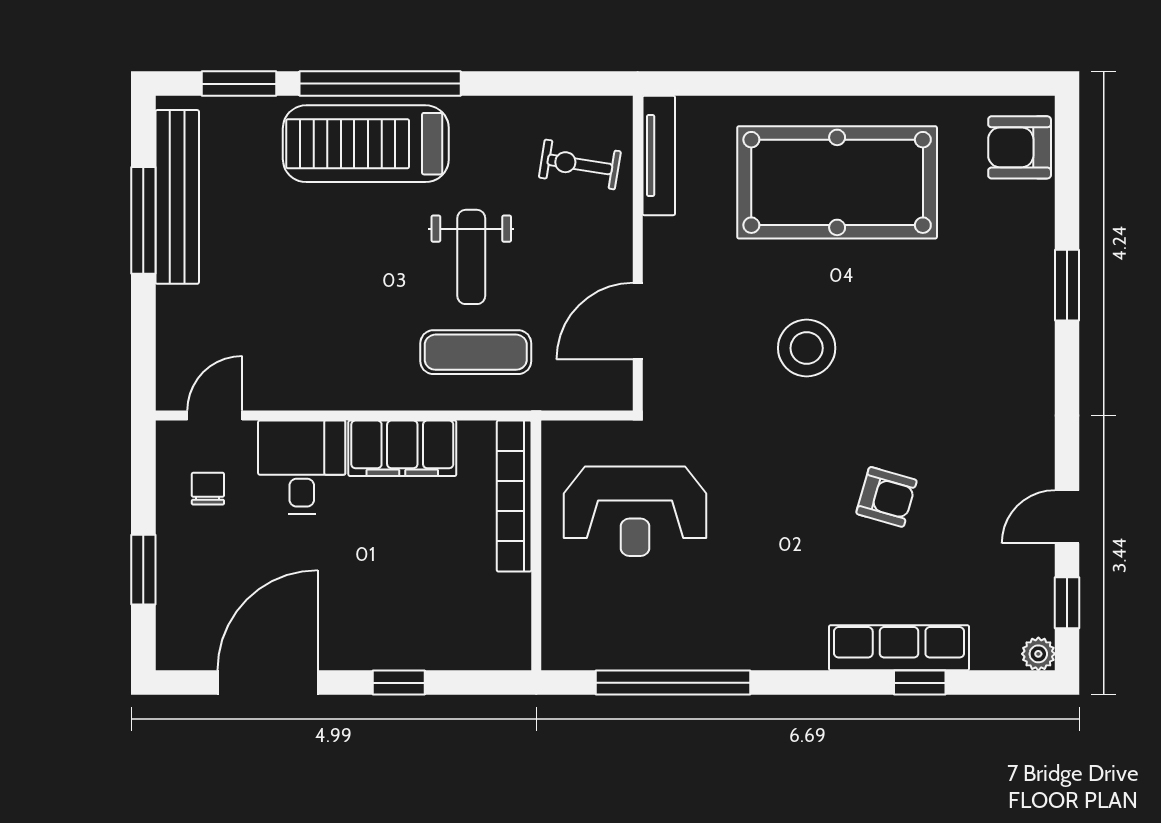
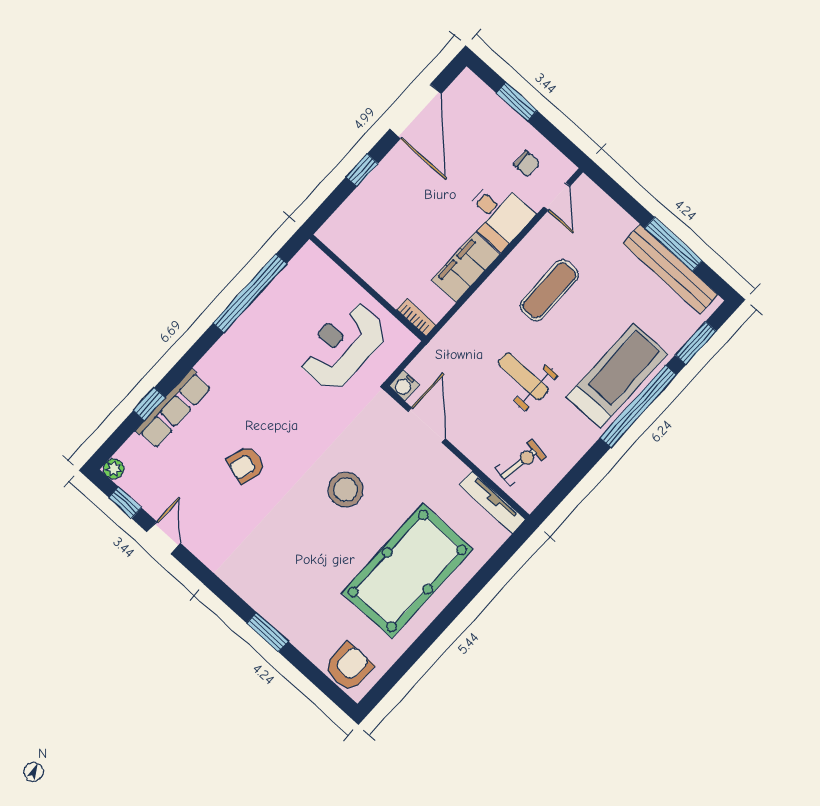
exercise mat: (476, 352) -> (549, 290), moved
water cooler: (614, 392) -> (404, 385), added
bookcase: (514, 496) -> (416, 317), width x0.43, depth x0.76

